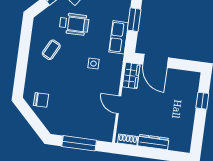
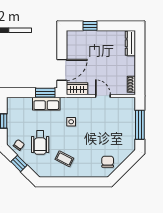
window: (134, 20) -> (45, 93), moved
wheelchair: (74, 24) -> (40, 143), turned 180
door: (119, 105) -> (103, 96), swing flipped
dresser: (153, 142) -> (130, 43), moved

